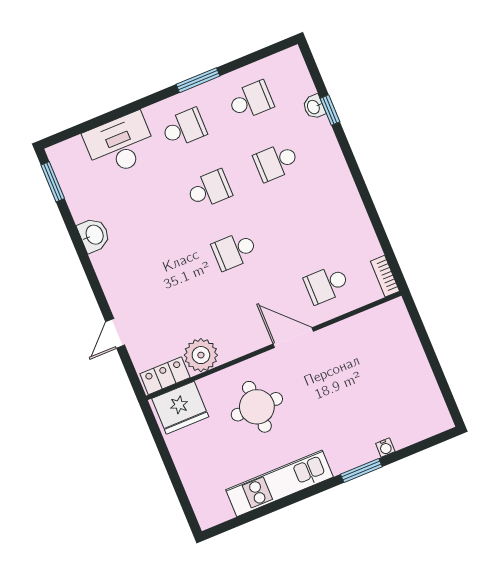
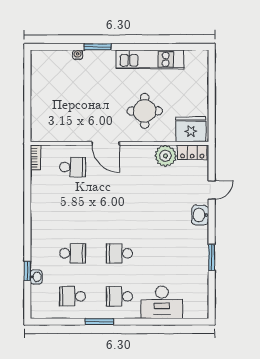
window: (53, 182) -> (212, 257), moved
washbasin: (94, 235) -> (200, 215), moved
school desk: (234, 251) -> (119, 210), removed

